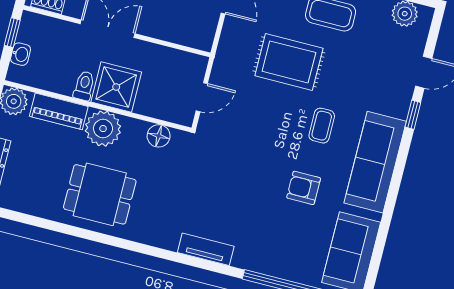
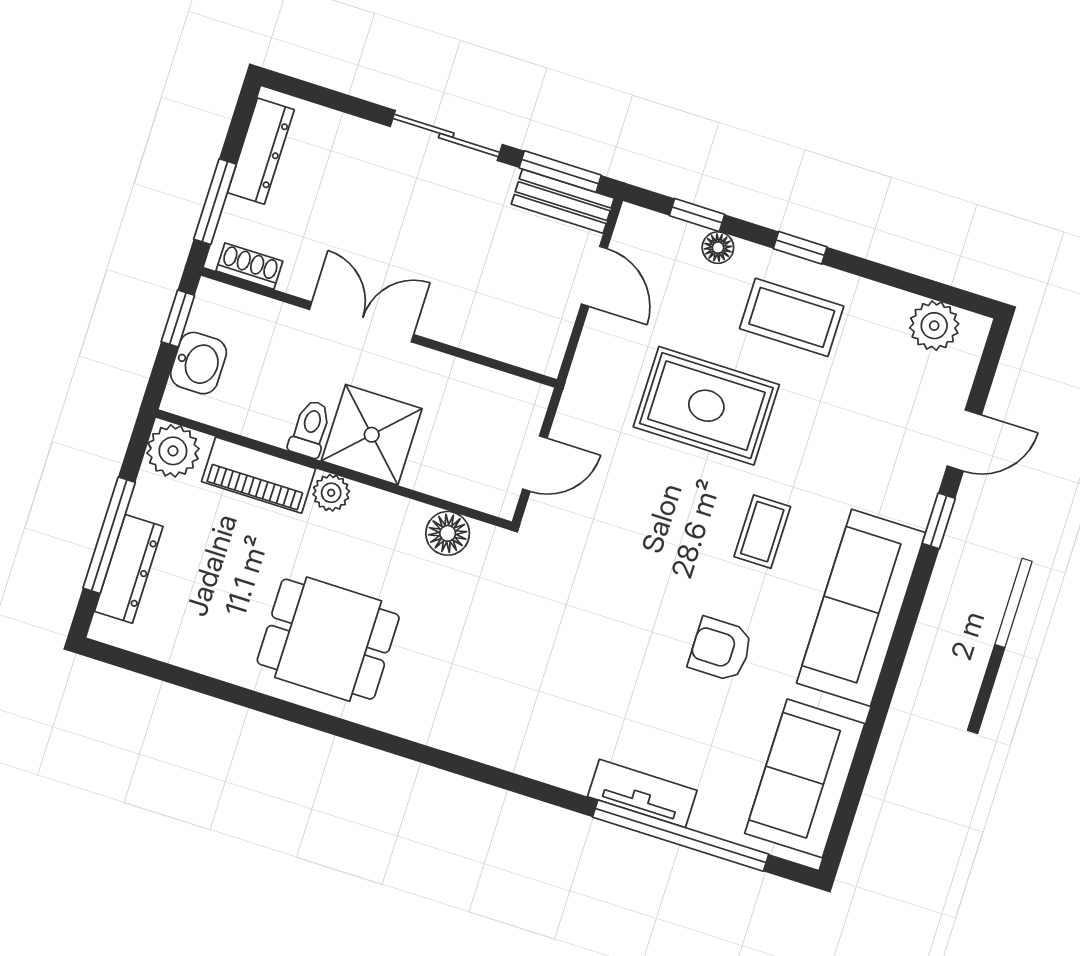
washbasin: (20, 54) -> (198, 363), width x1.38, depth x1.45
plant: (103, 129) -> (331, 493), width x0.53, depth x0.53
tv unit: (206, 249) -> (642, 793), moved

